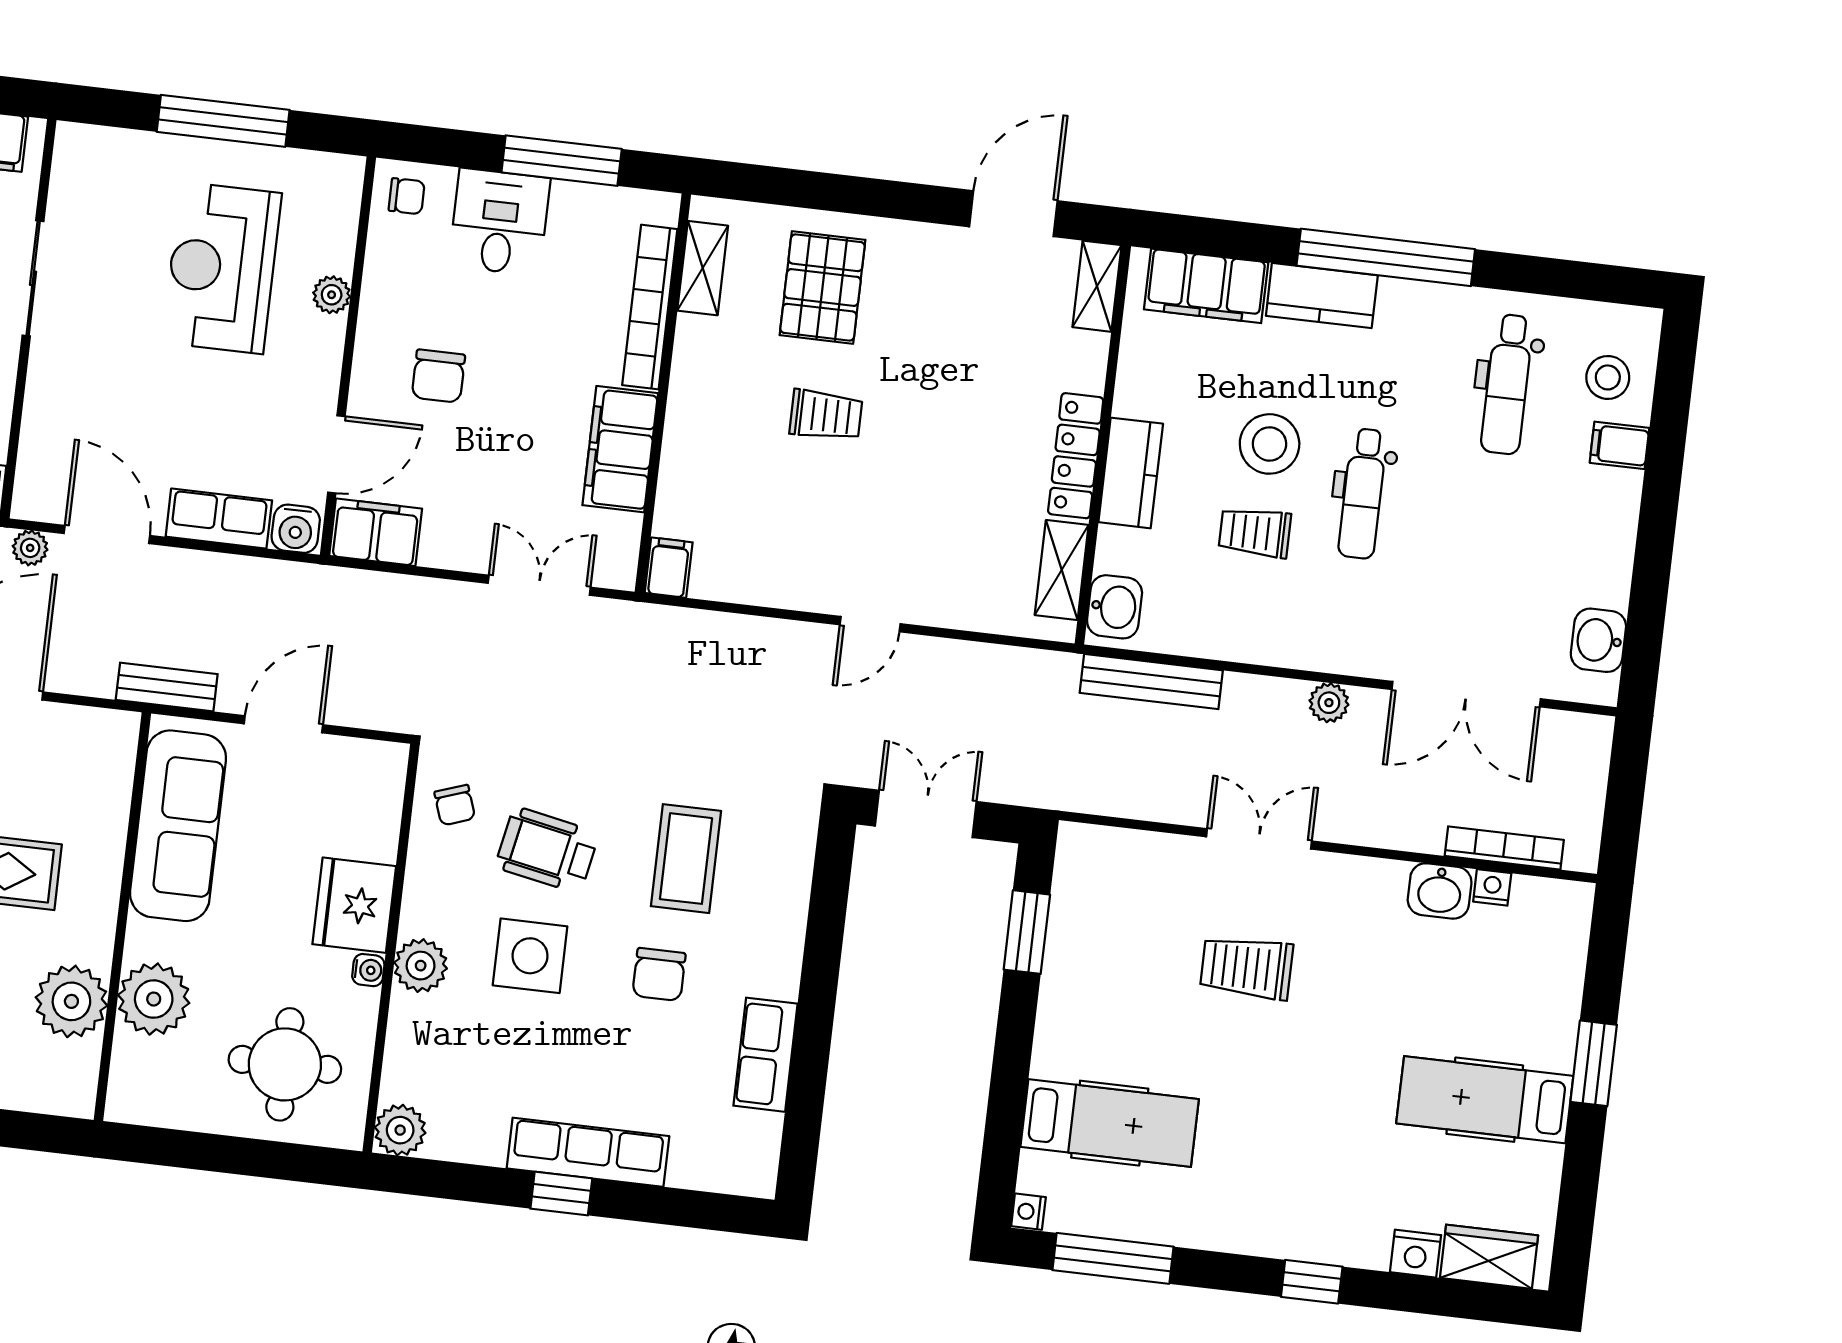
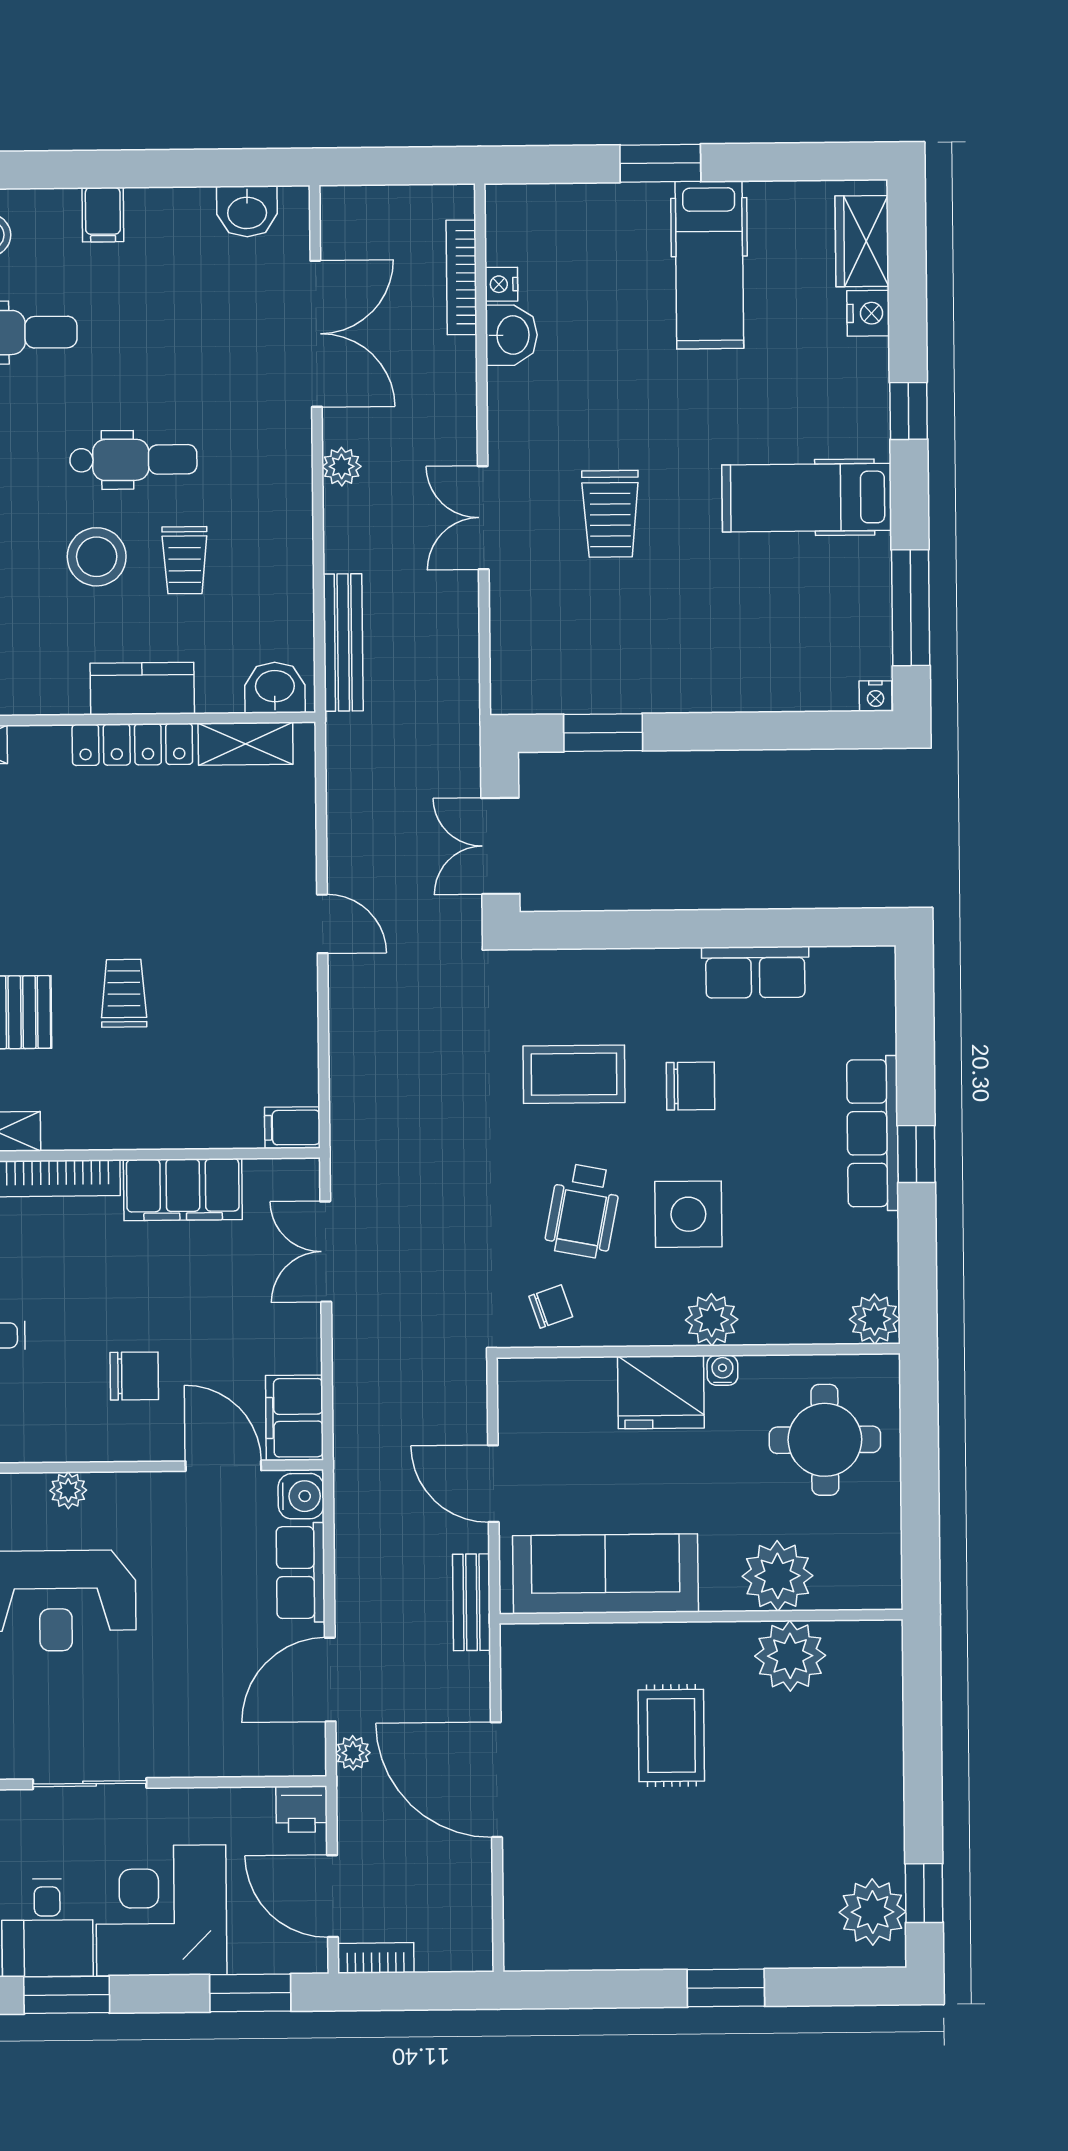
filing cabinet: (1620, 445) -> (103, 215), moved
hospital bed: (1110, 1123) -> (807, 498), moved, turned -90

